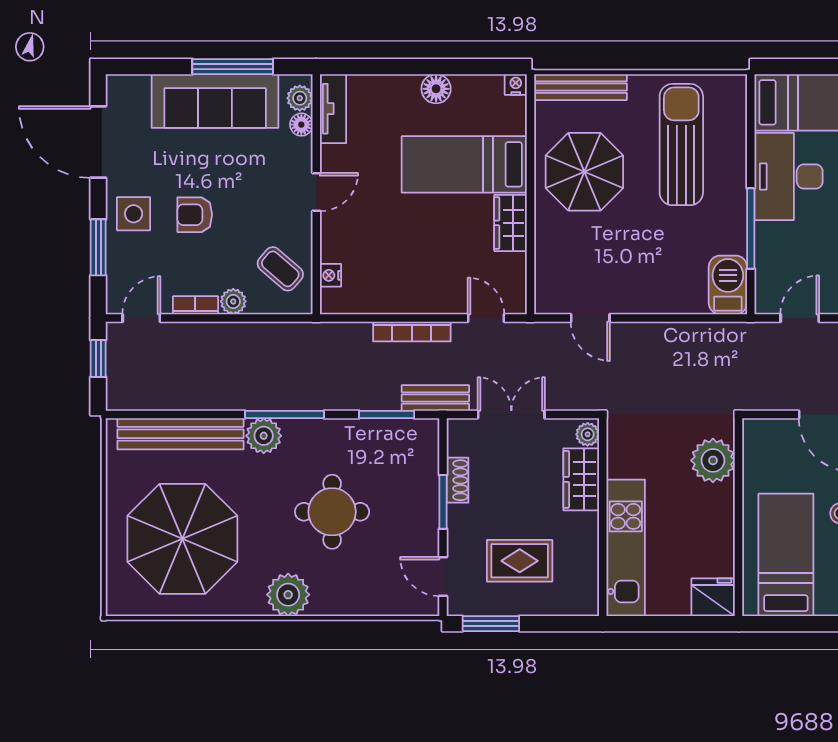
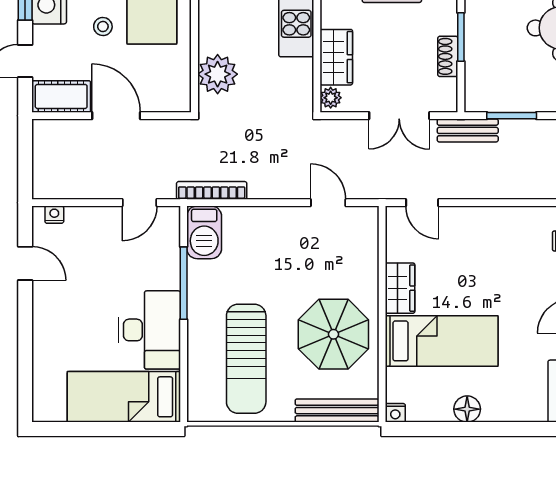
bookcase: (412, 331) -> (212, 190), moved

